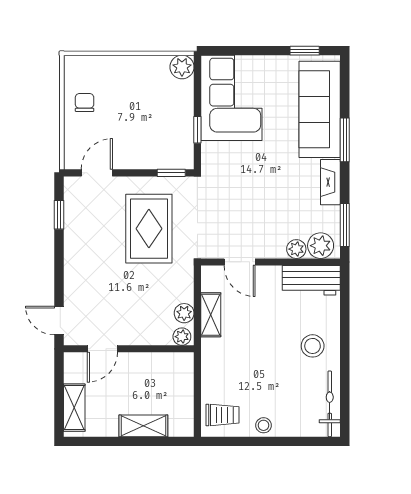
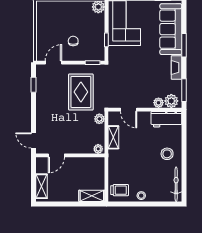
chair: (85, 102) -> (73, 41), moved
plant: (184, 313) -> (99, 119), moved
shelving: (143, 426) -> (92, 196), moved

